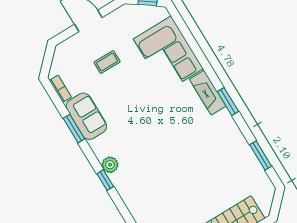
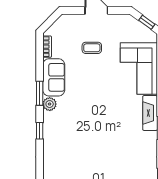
window: (74, 129) -> (40, 93), moved
plant: (110, 165) -> (50, 104), moved

